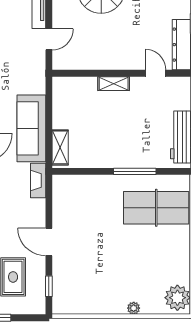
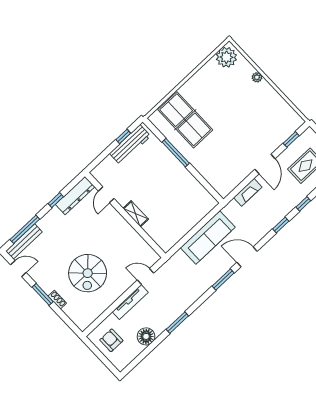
shelving: (60, 147) -> (203, 210), removed
fireplace: (38, 181) -> (248, 192), moved

